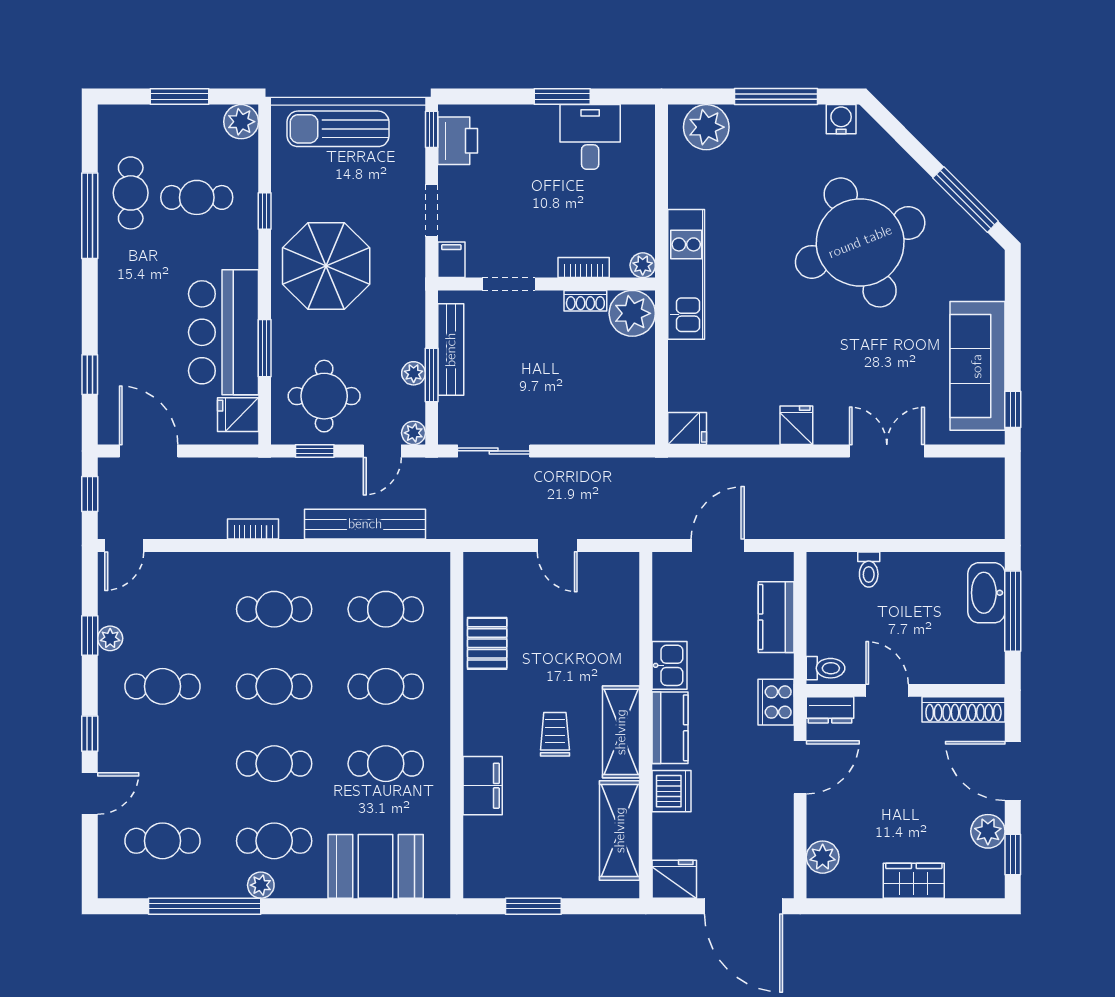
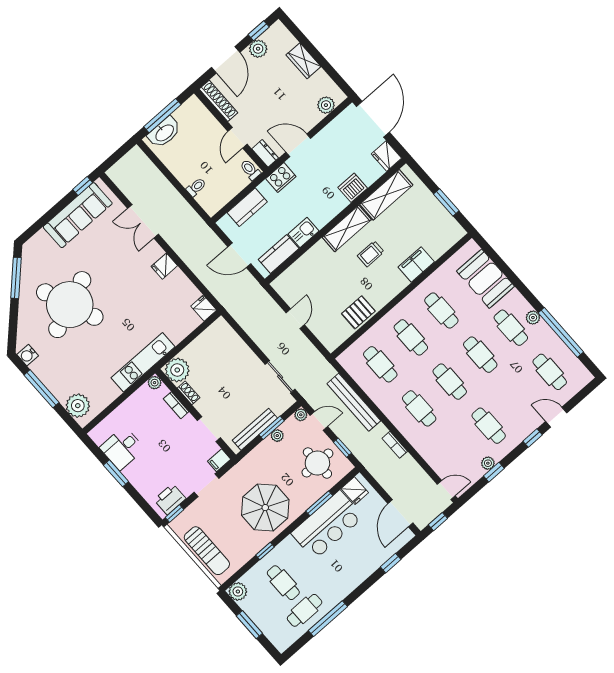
kitchen counter: (670, 728) -> (279, 254), moved

